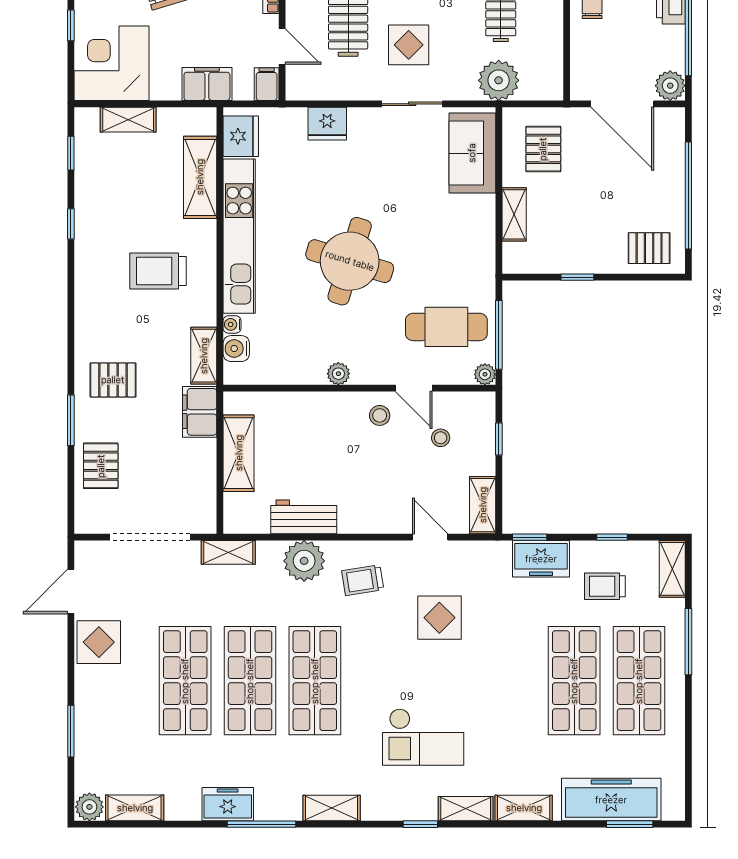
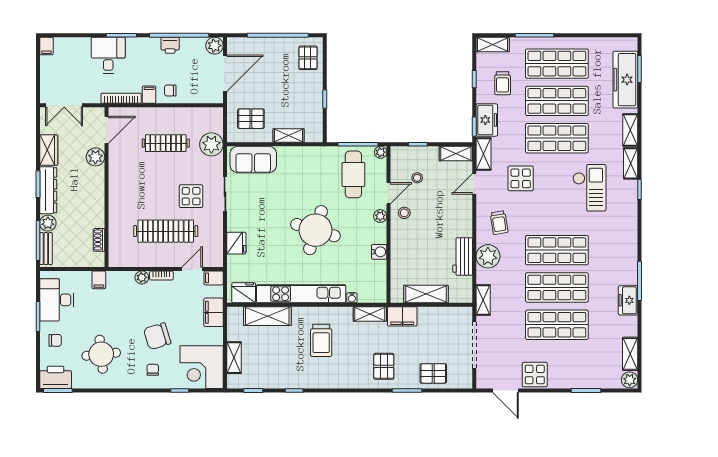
water cooler: (236, 349) -> (379, 252), moved, turned -90
plant: (338, 374) -> (380, 216), moved
shop shelf: (509, 681) -> (557, 138), added
shelving: (332, 808) -> (484, 154), moved

